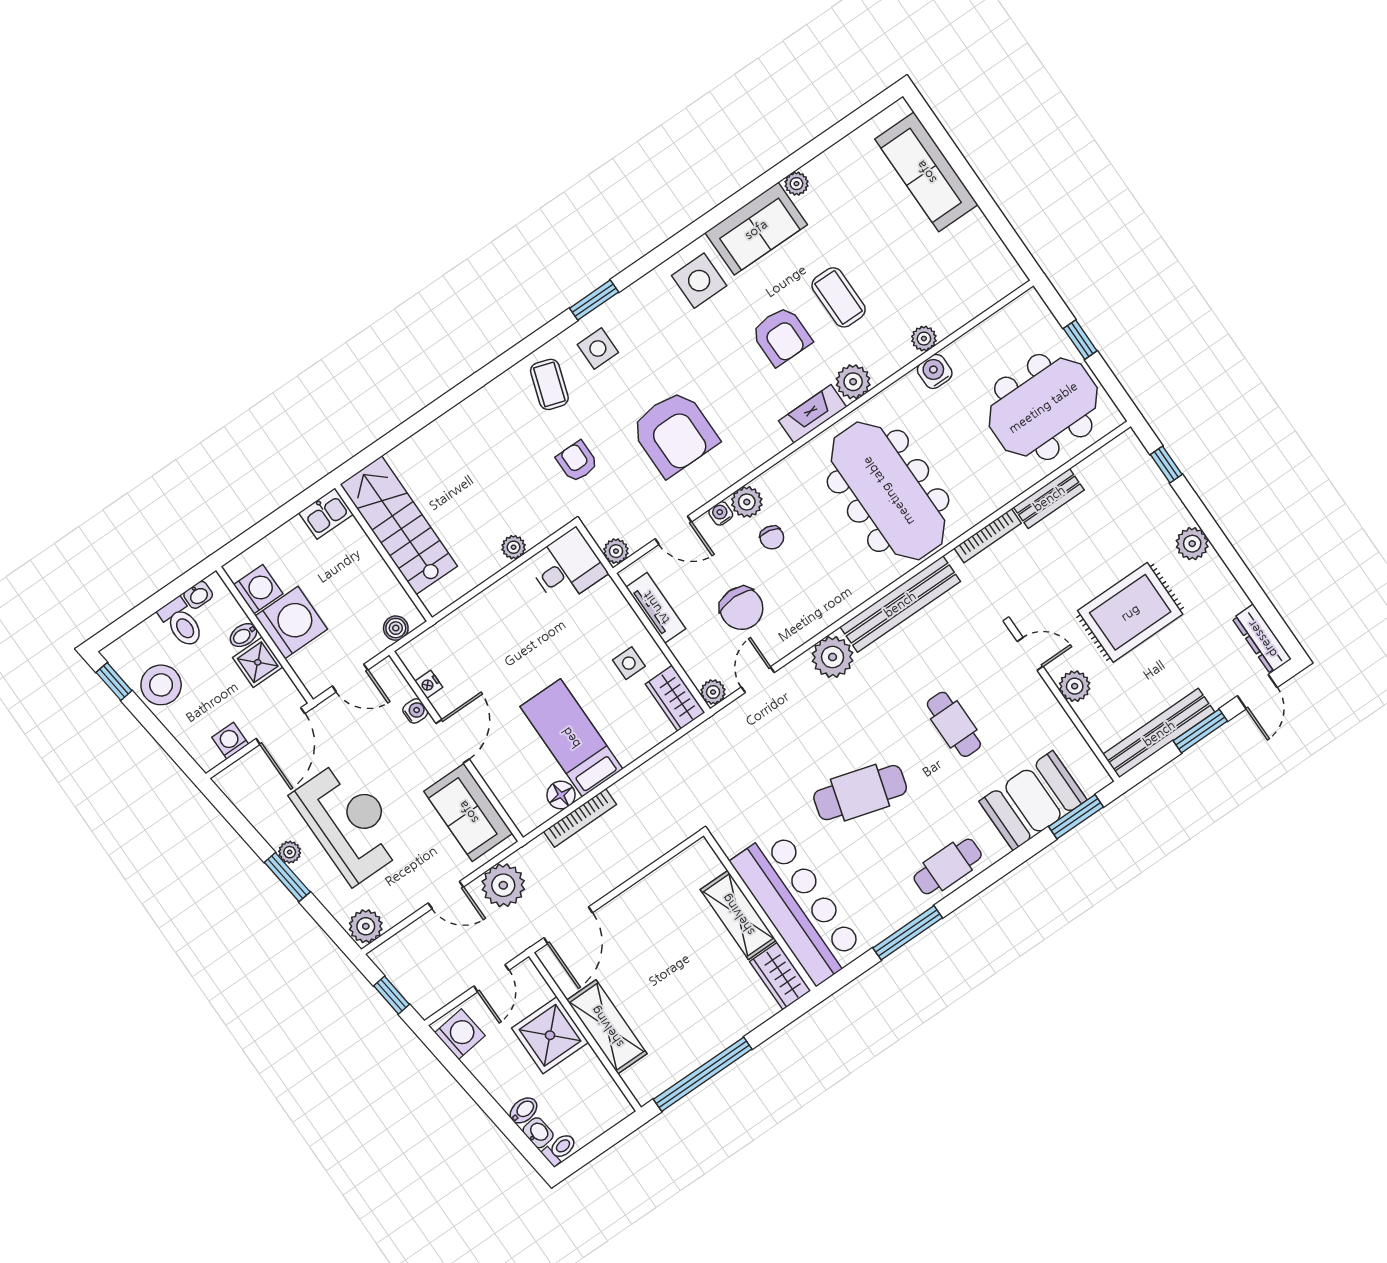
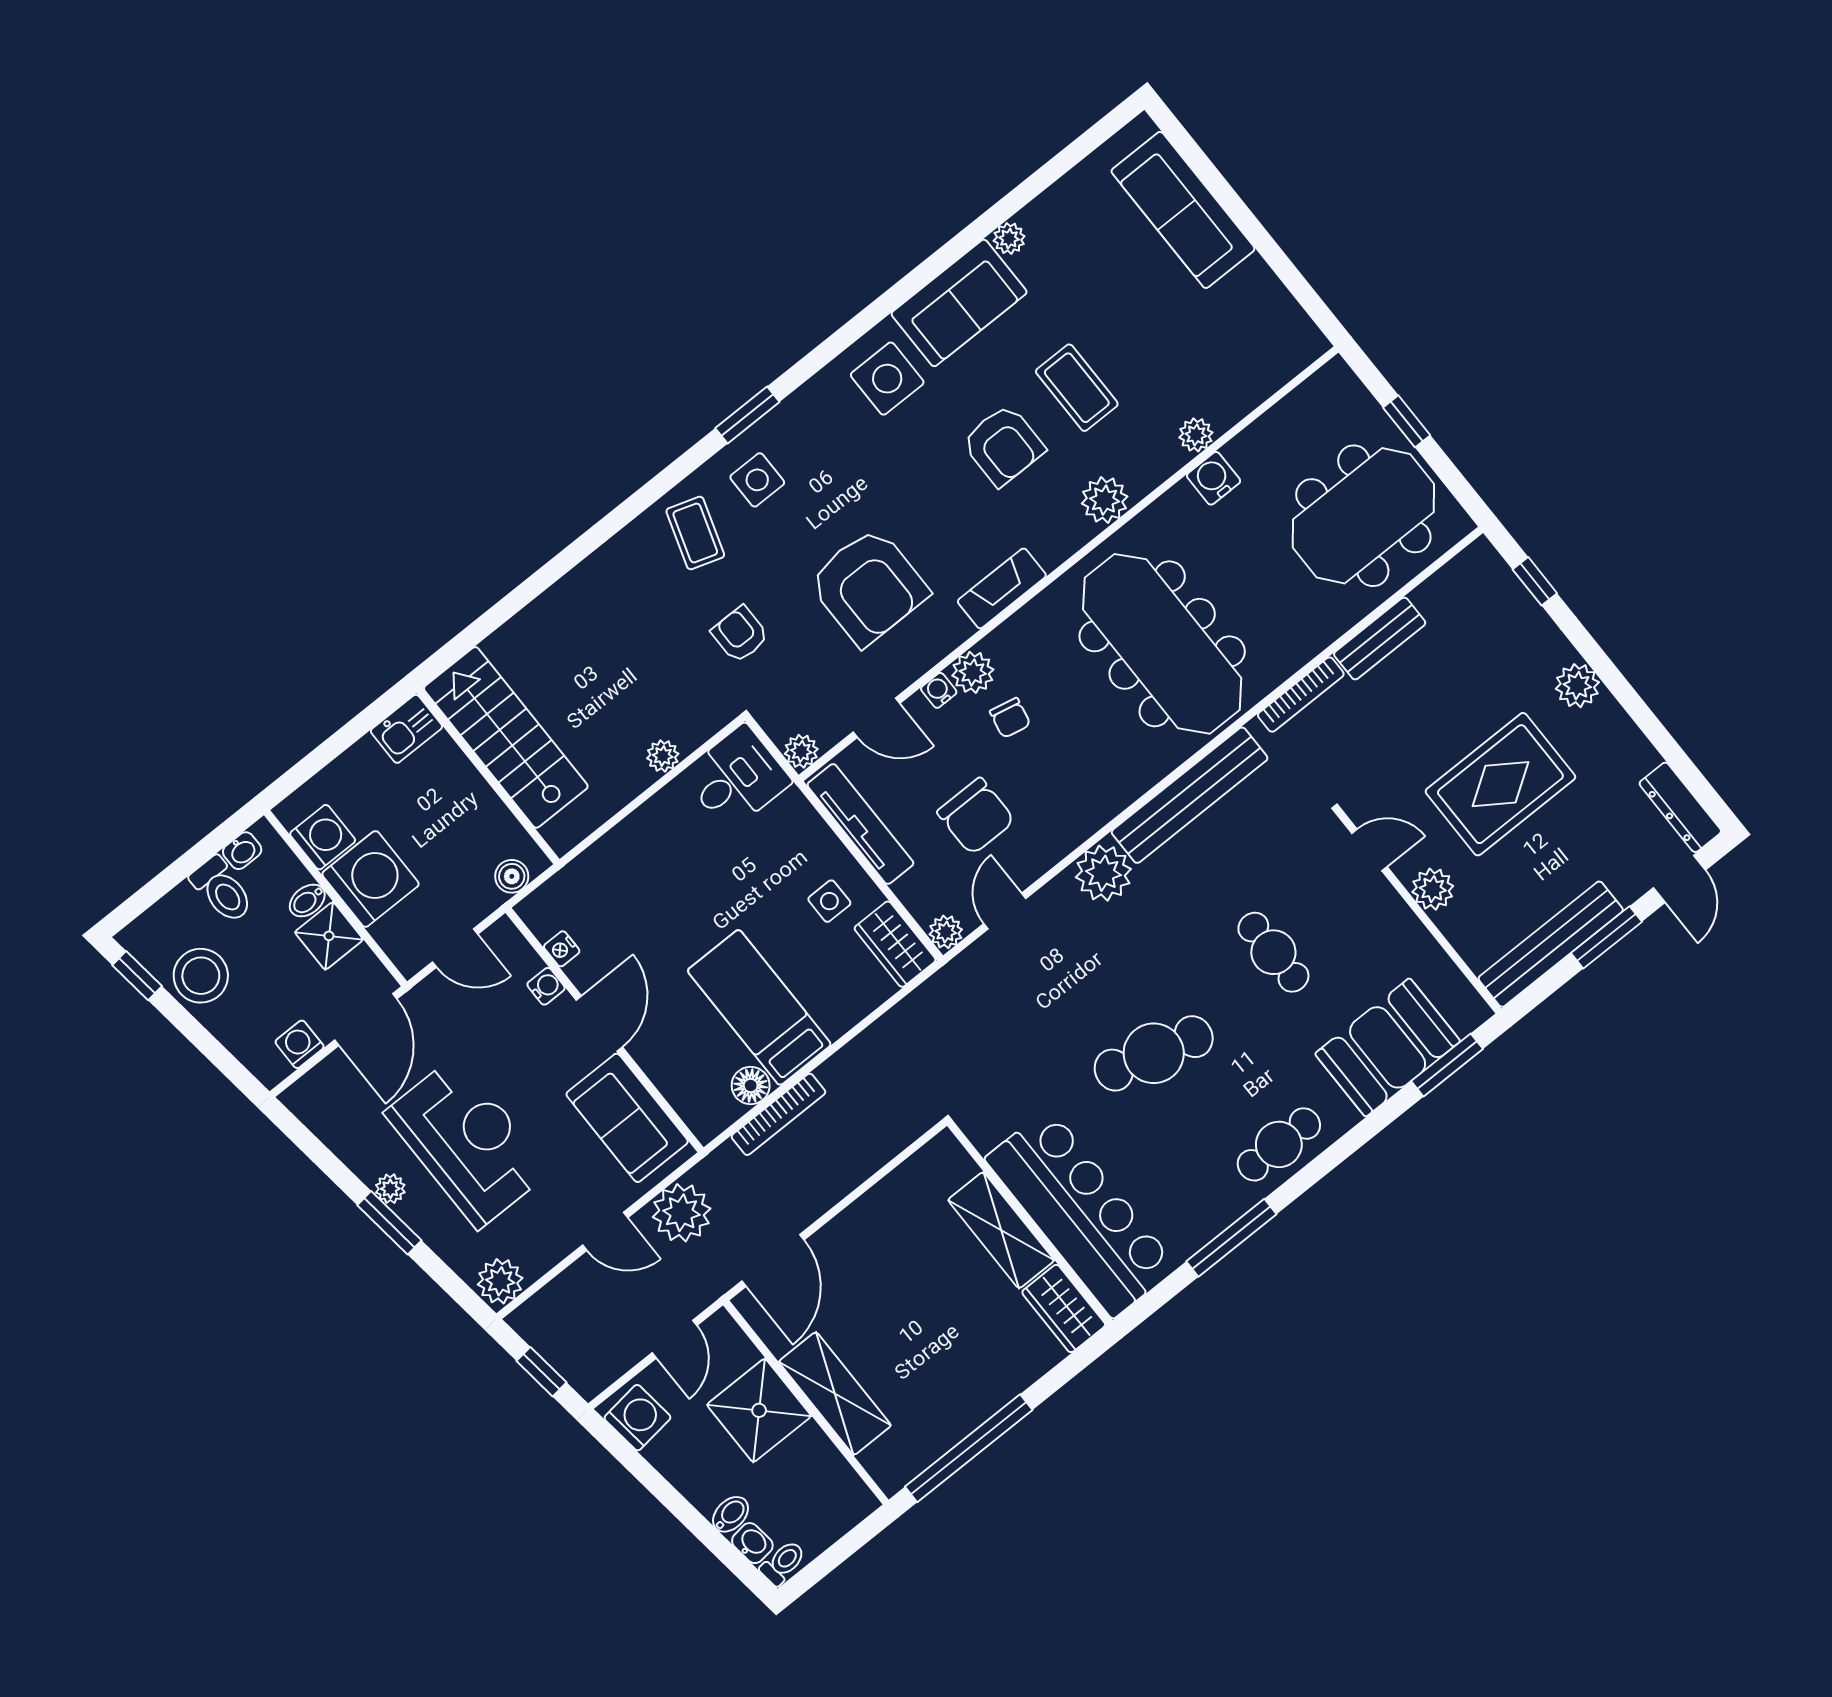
fireplace: (813, 414) -> (1002, 588), moved
tv unit: (656, 608) -> (860, 824), width x1.41

